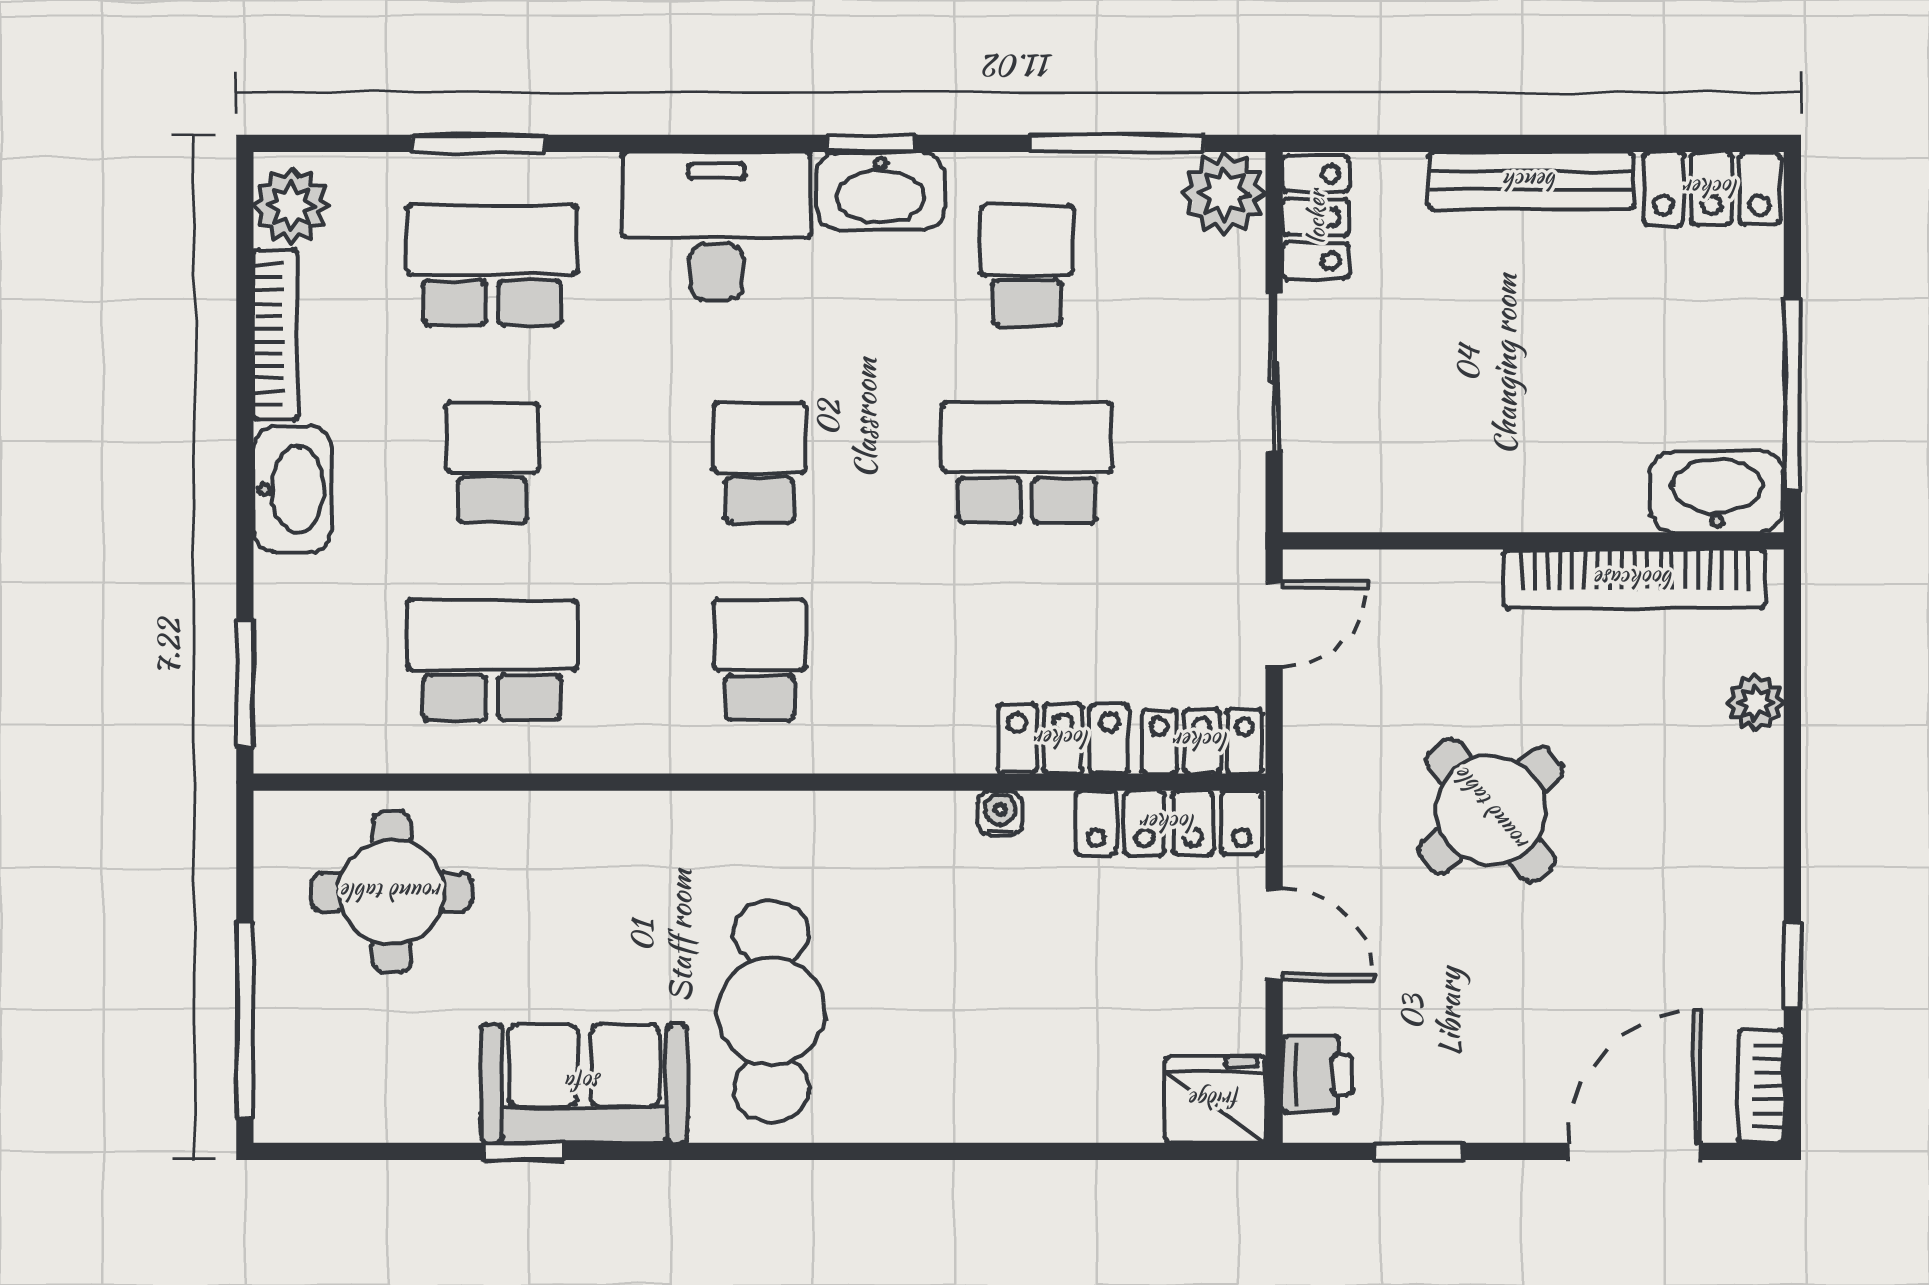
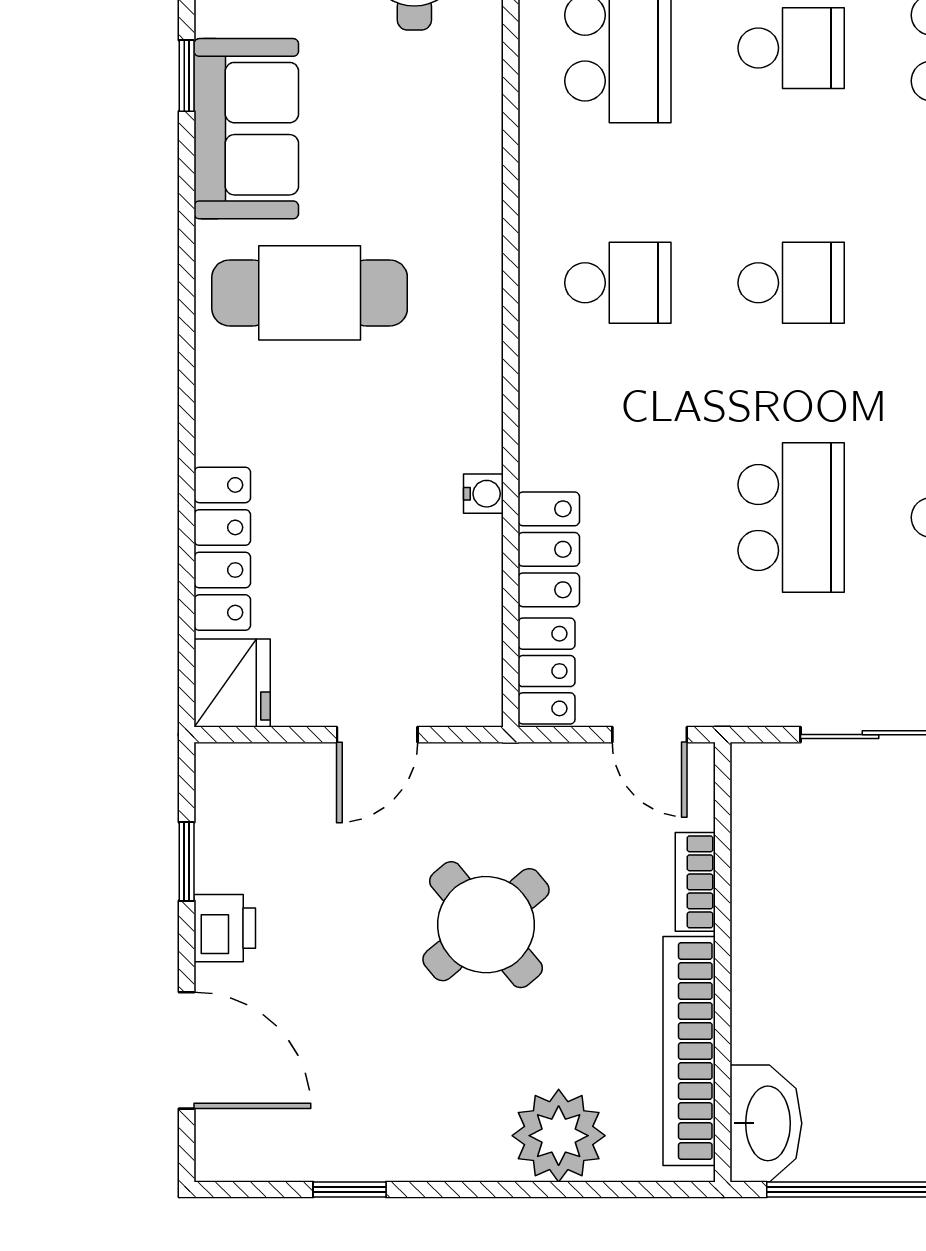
plant: (1756, 703) -> (559, 1136), width x1.87, depth x1.87
locker: (1169, 823) -> (222, 549), moved, turned 180
printer: (1318, 1074) -> (225, 928), moved, turned -90
bookcase: (1761, 1086) -> (695, 882), moved, turned -90

